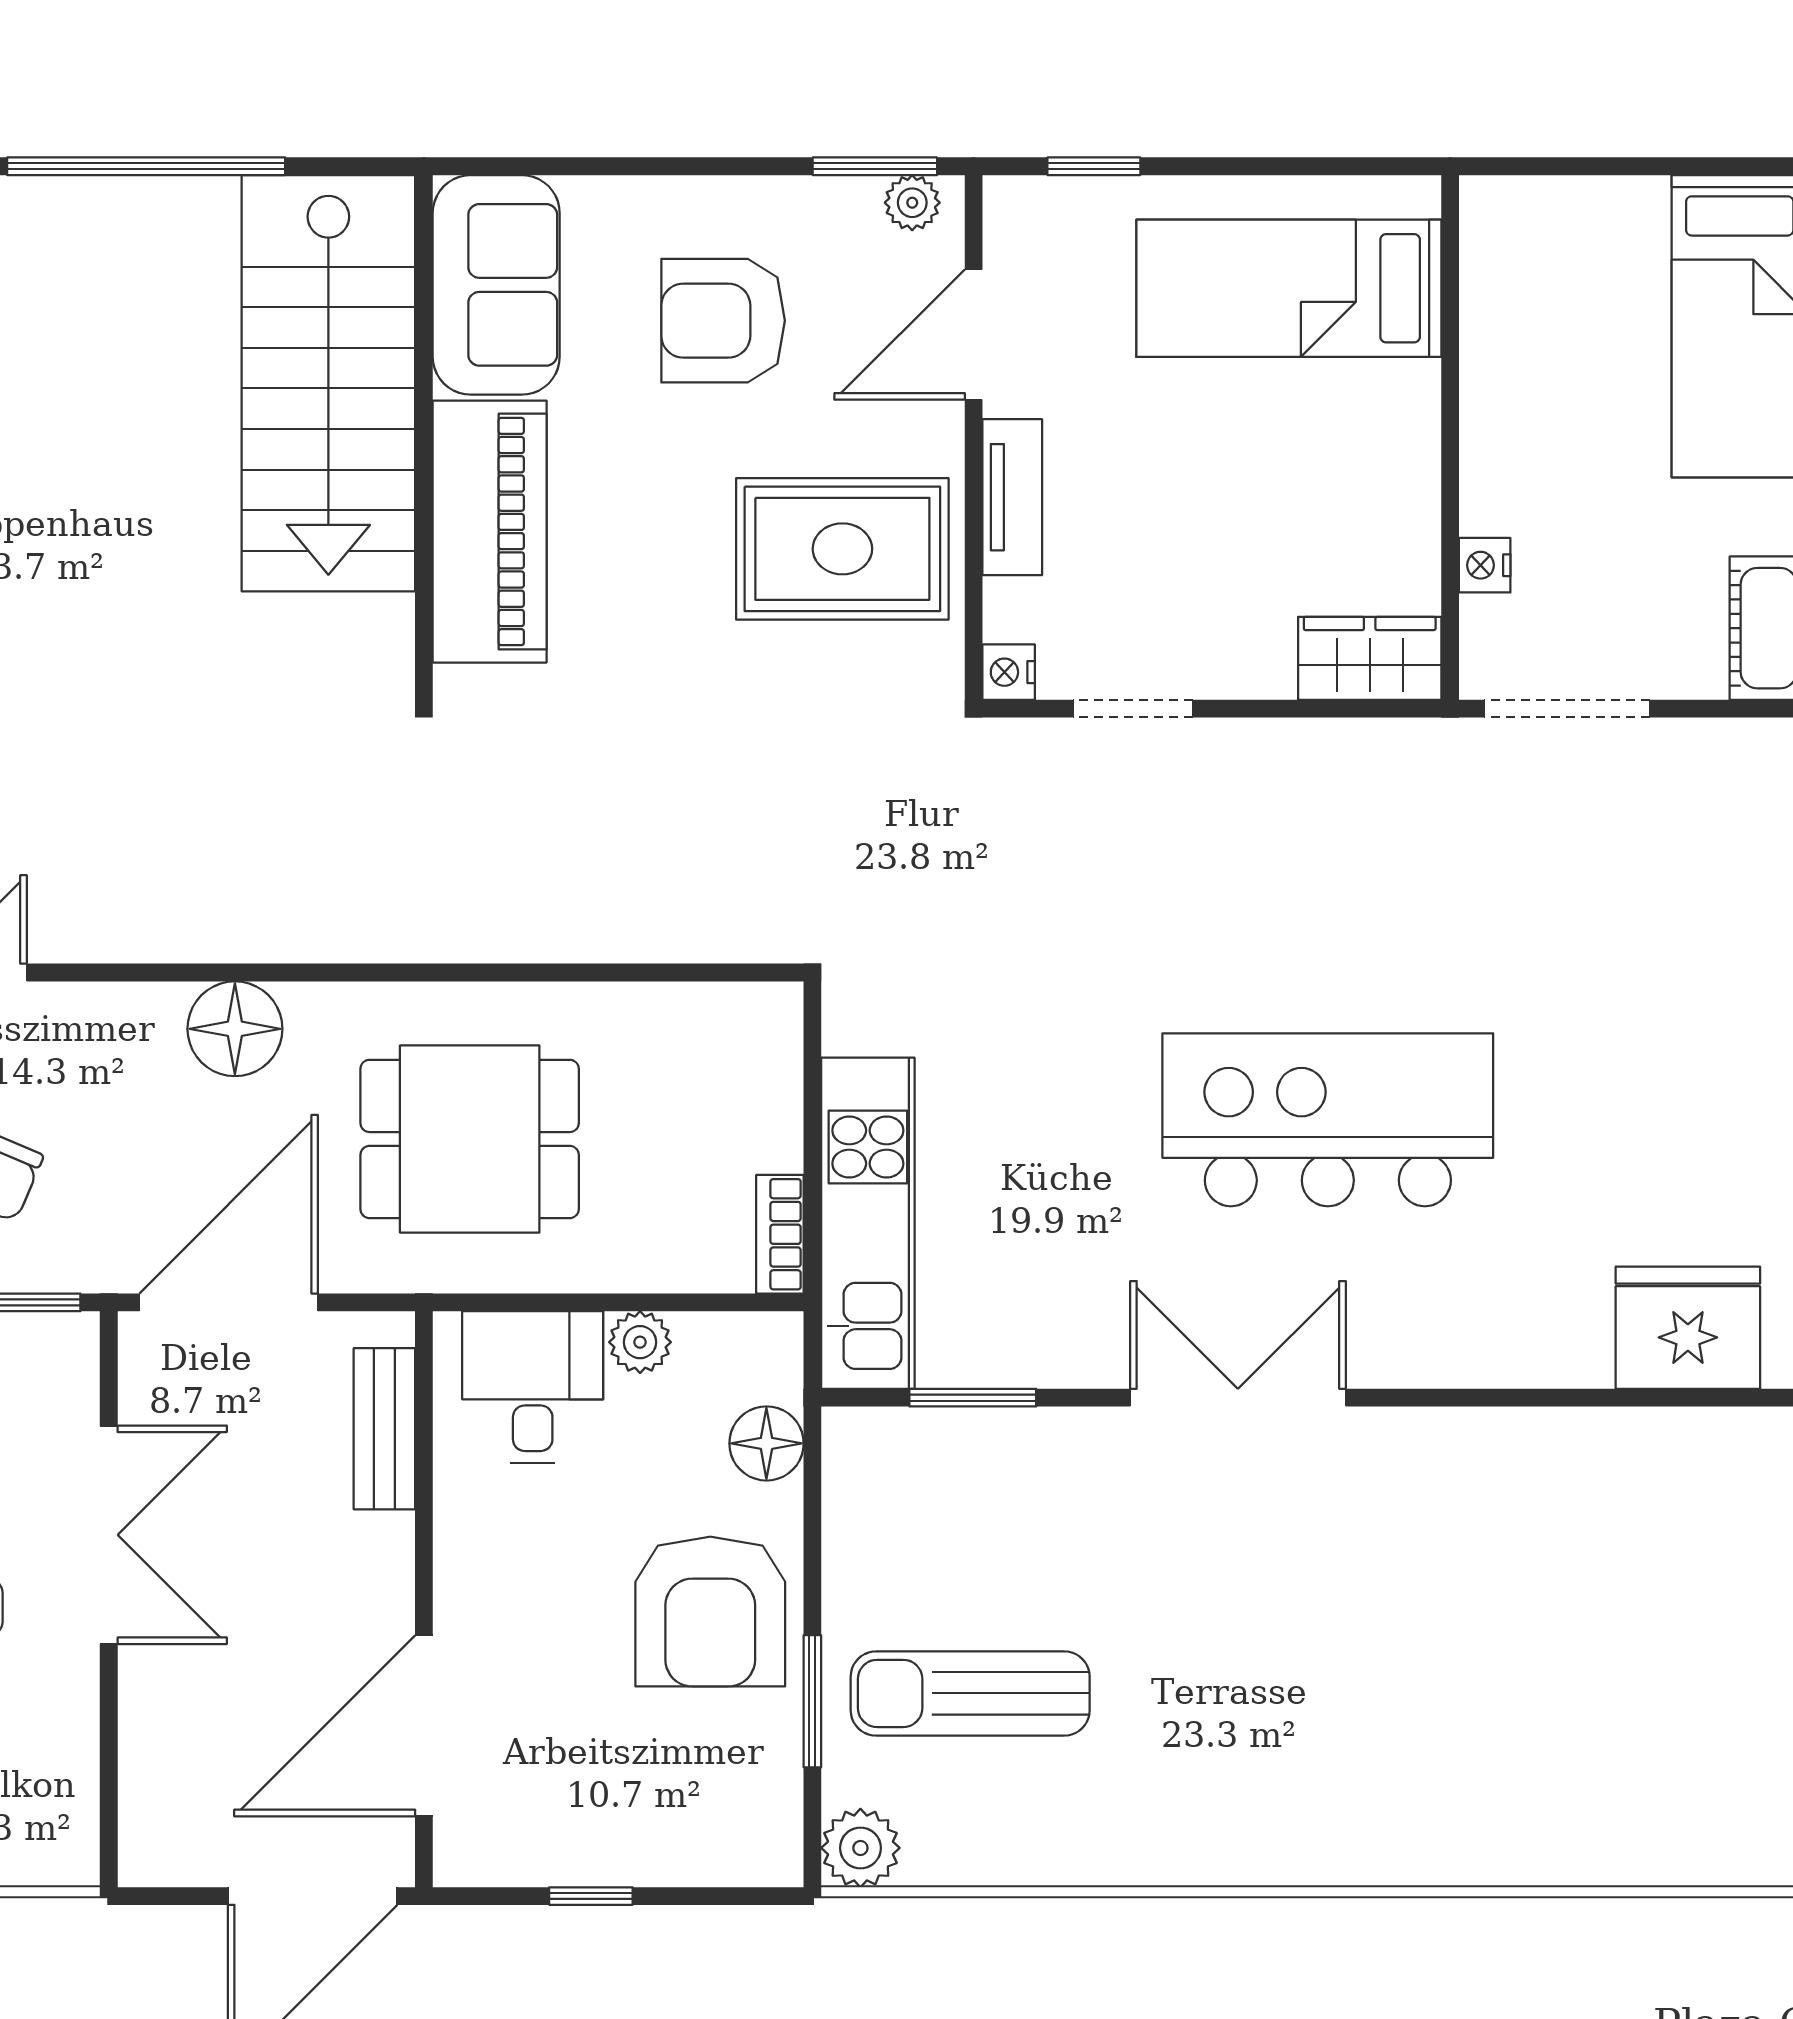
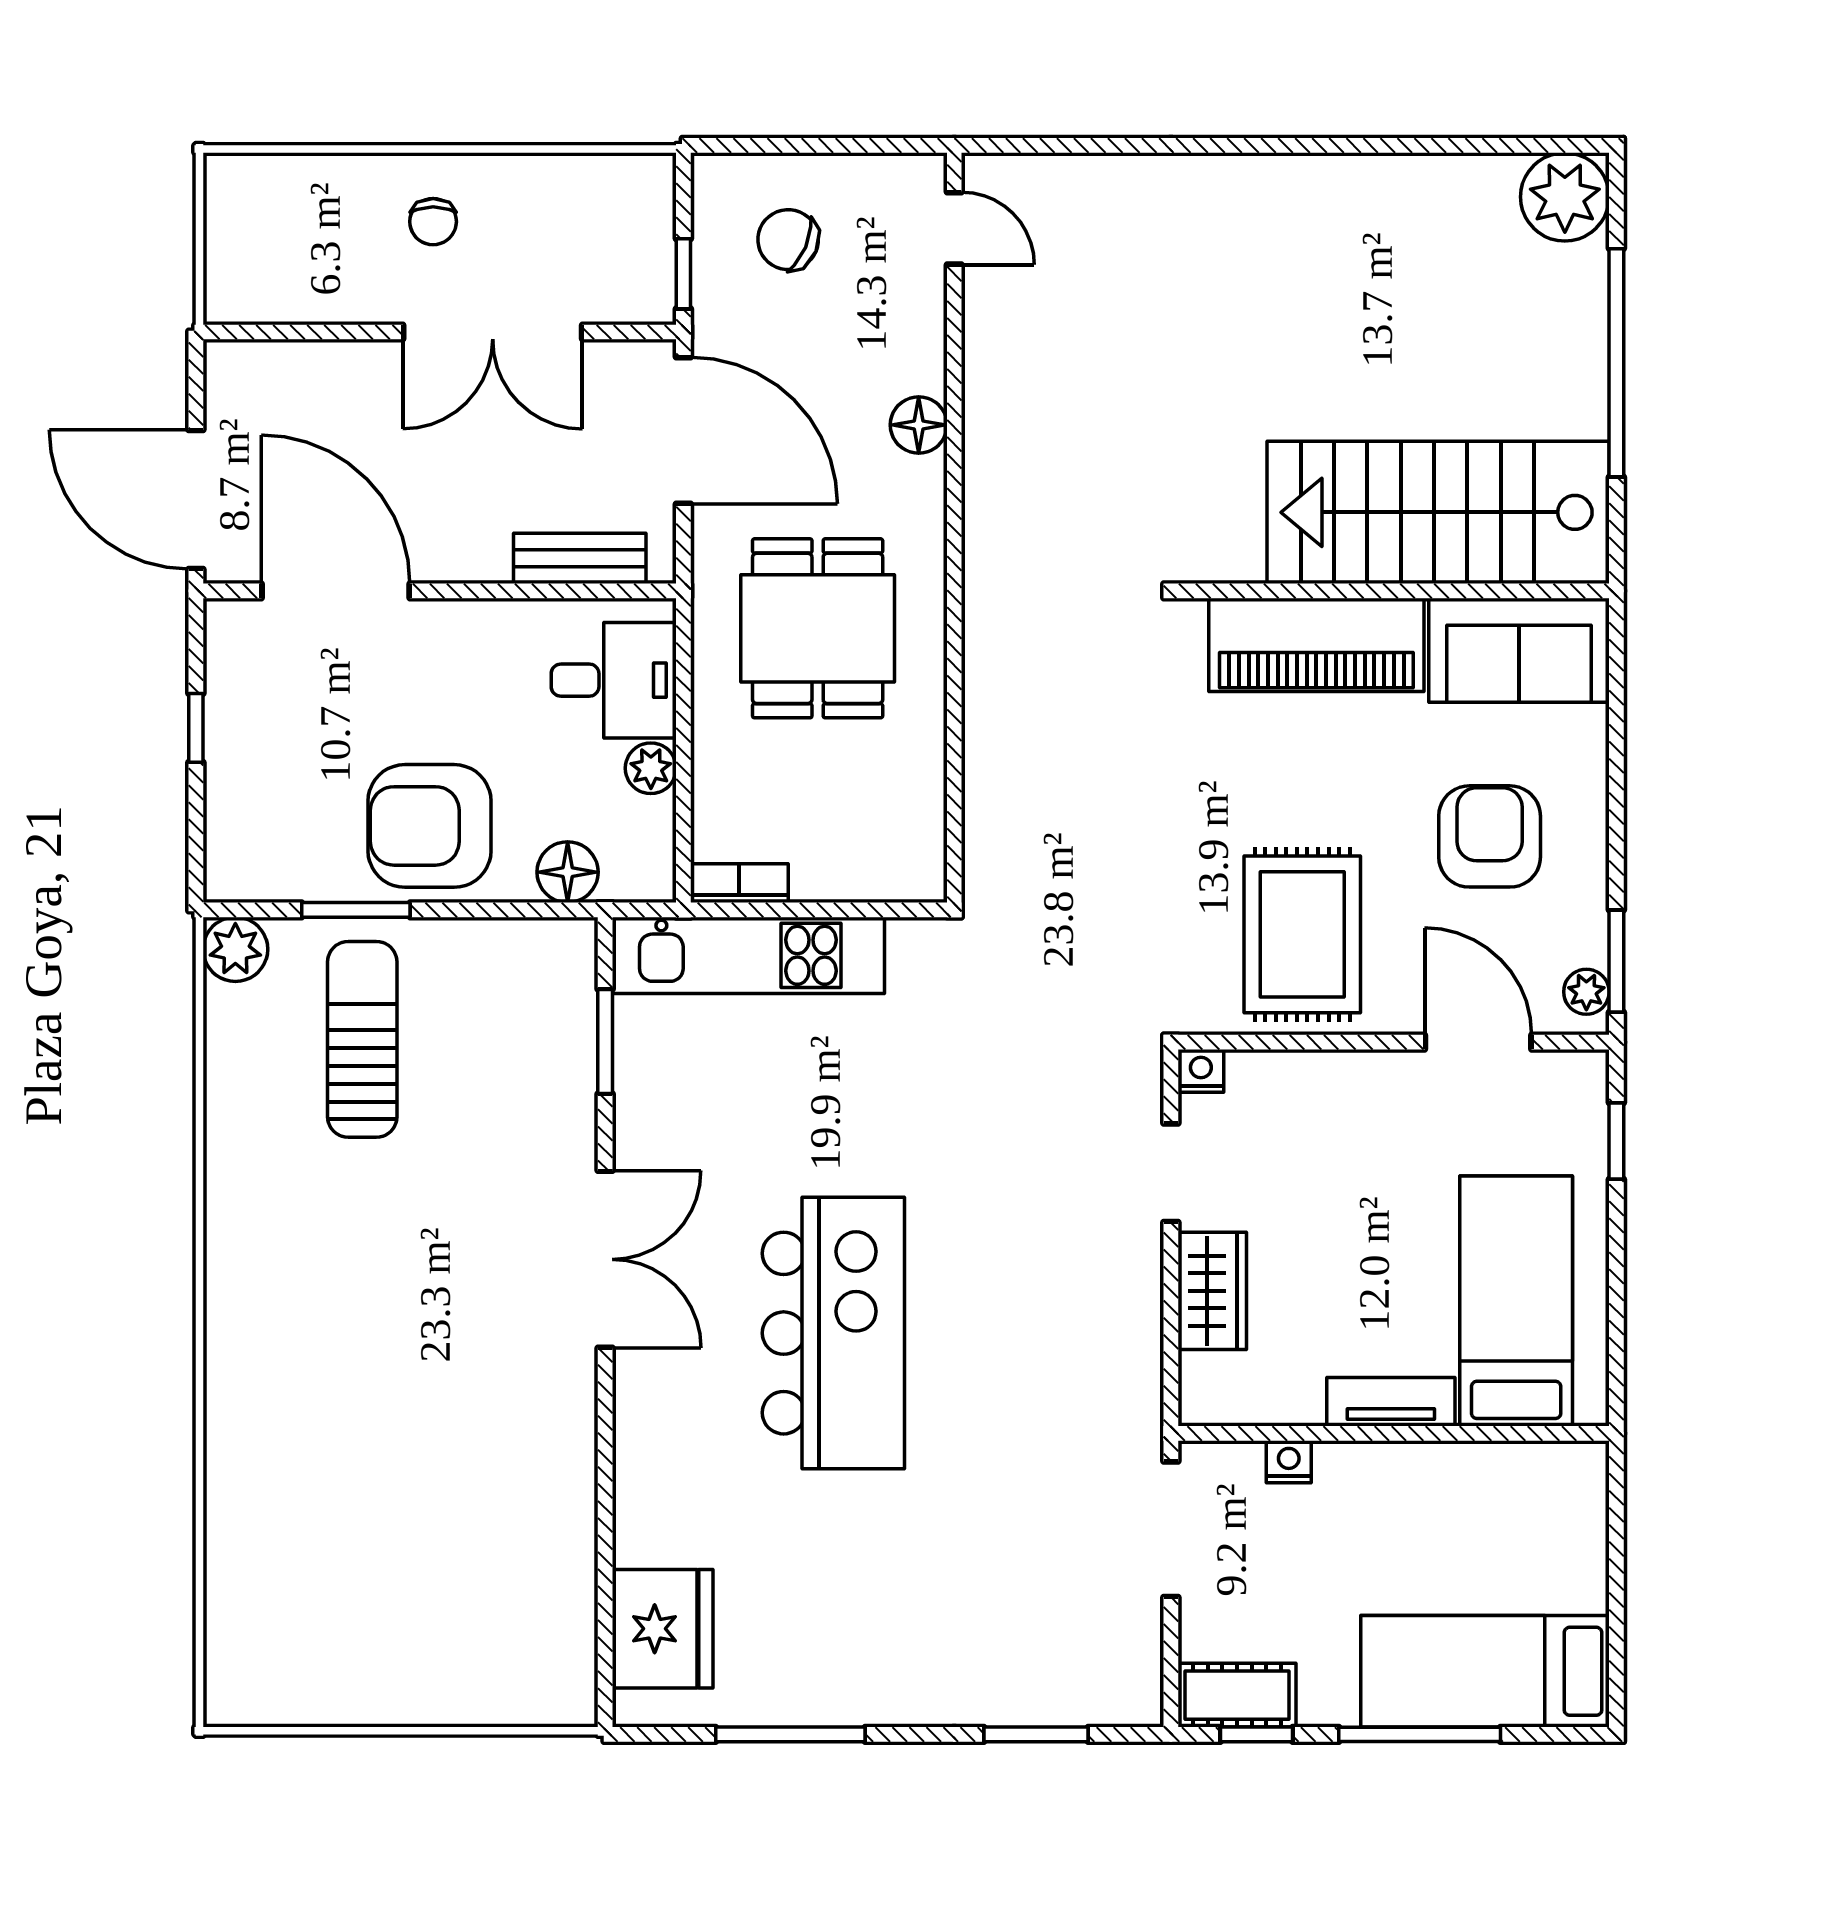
tv unit: (1012, 497) -> (1391, 1402), moved, turned 180
wardrobe: (1370, 658) -> (1212, 1291), moved
floor lamp: (235, 1029) -> (919, 425), width x0.73, depth x0.73

